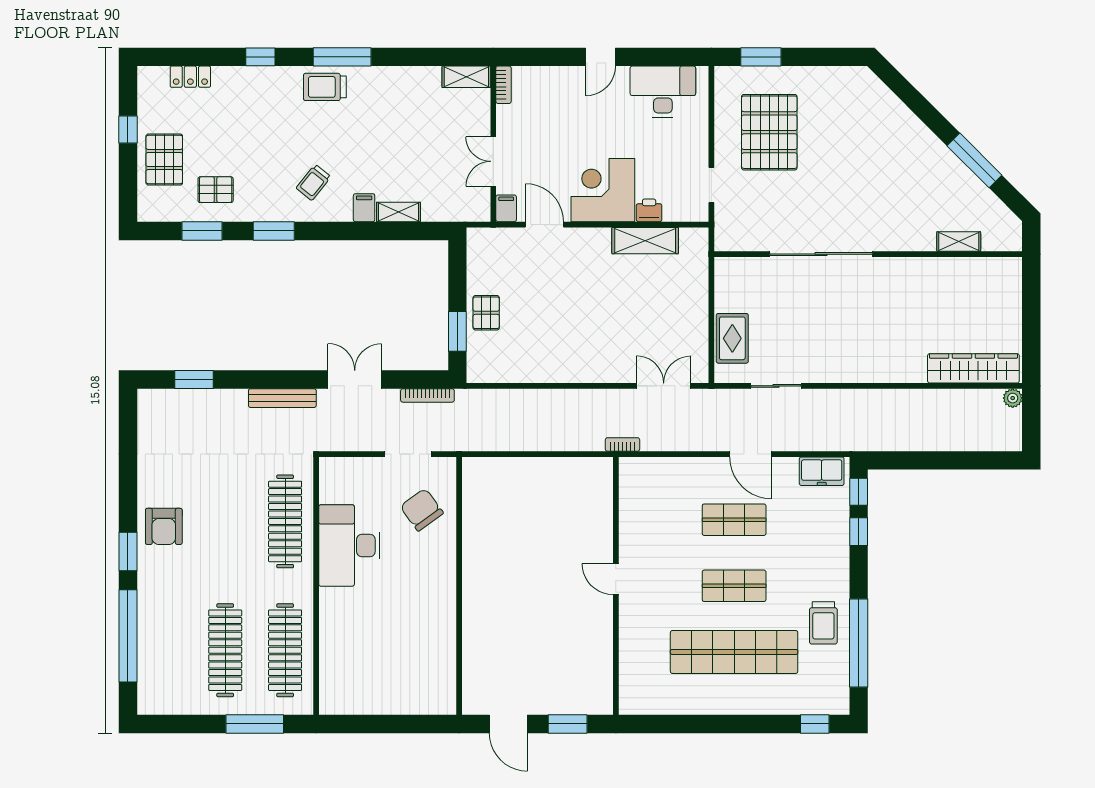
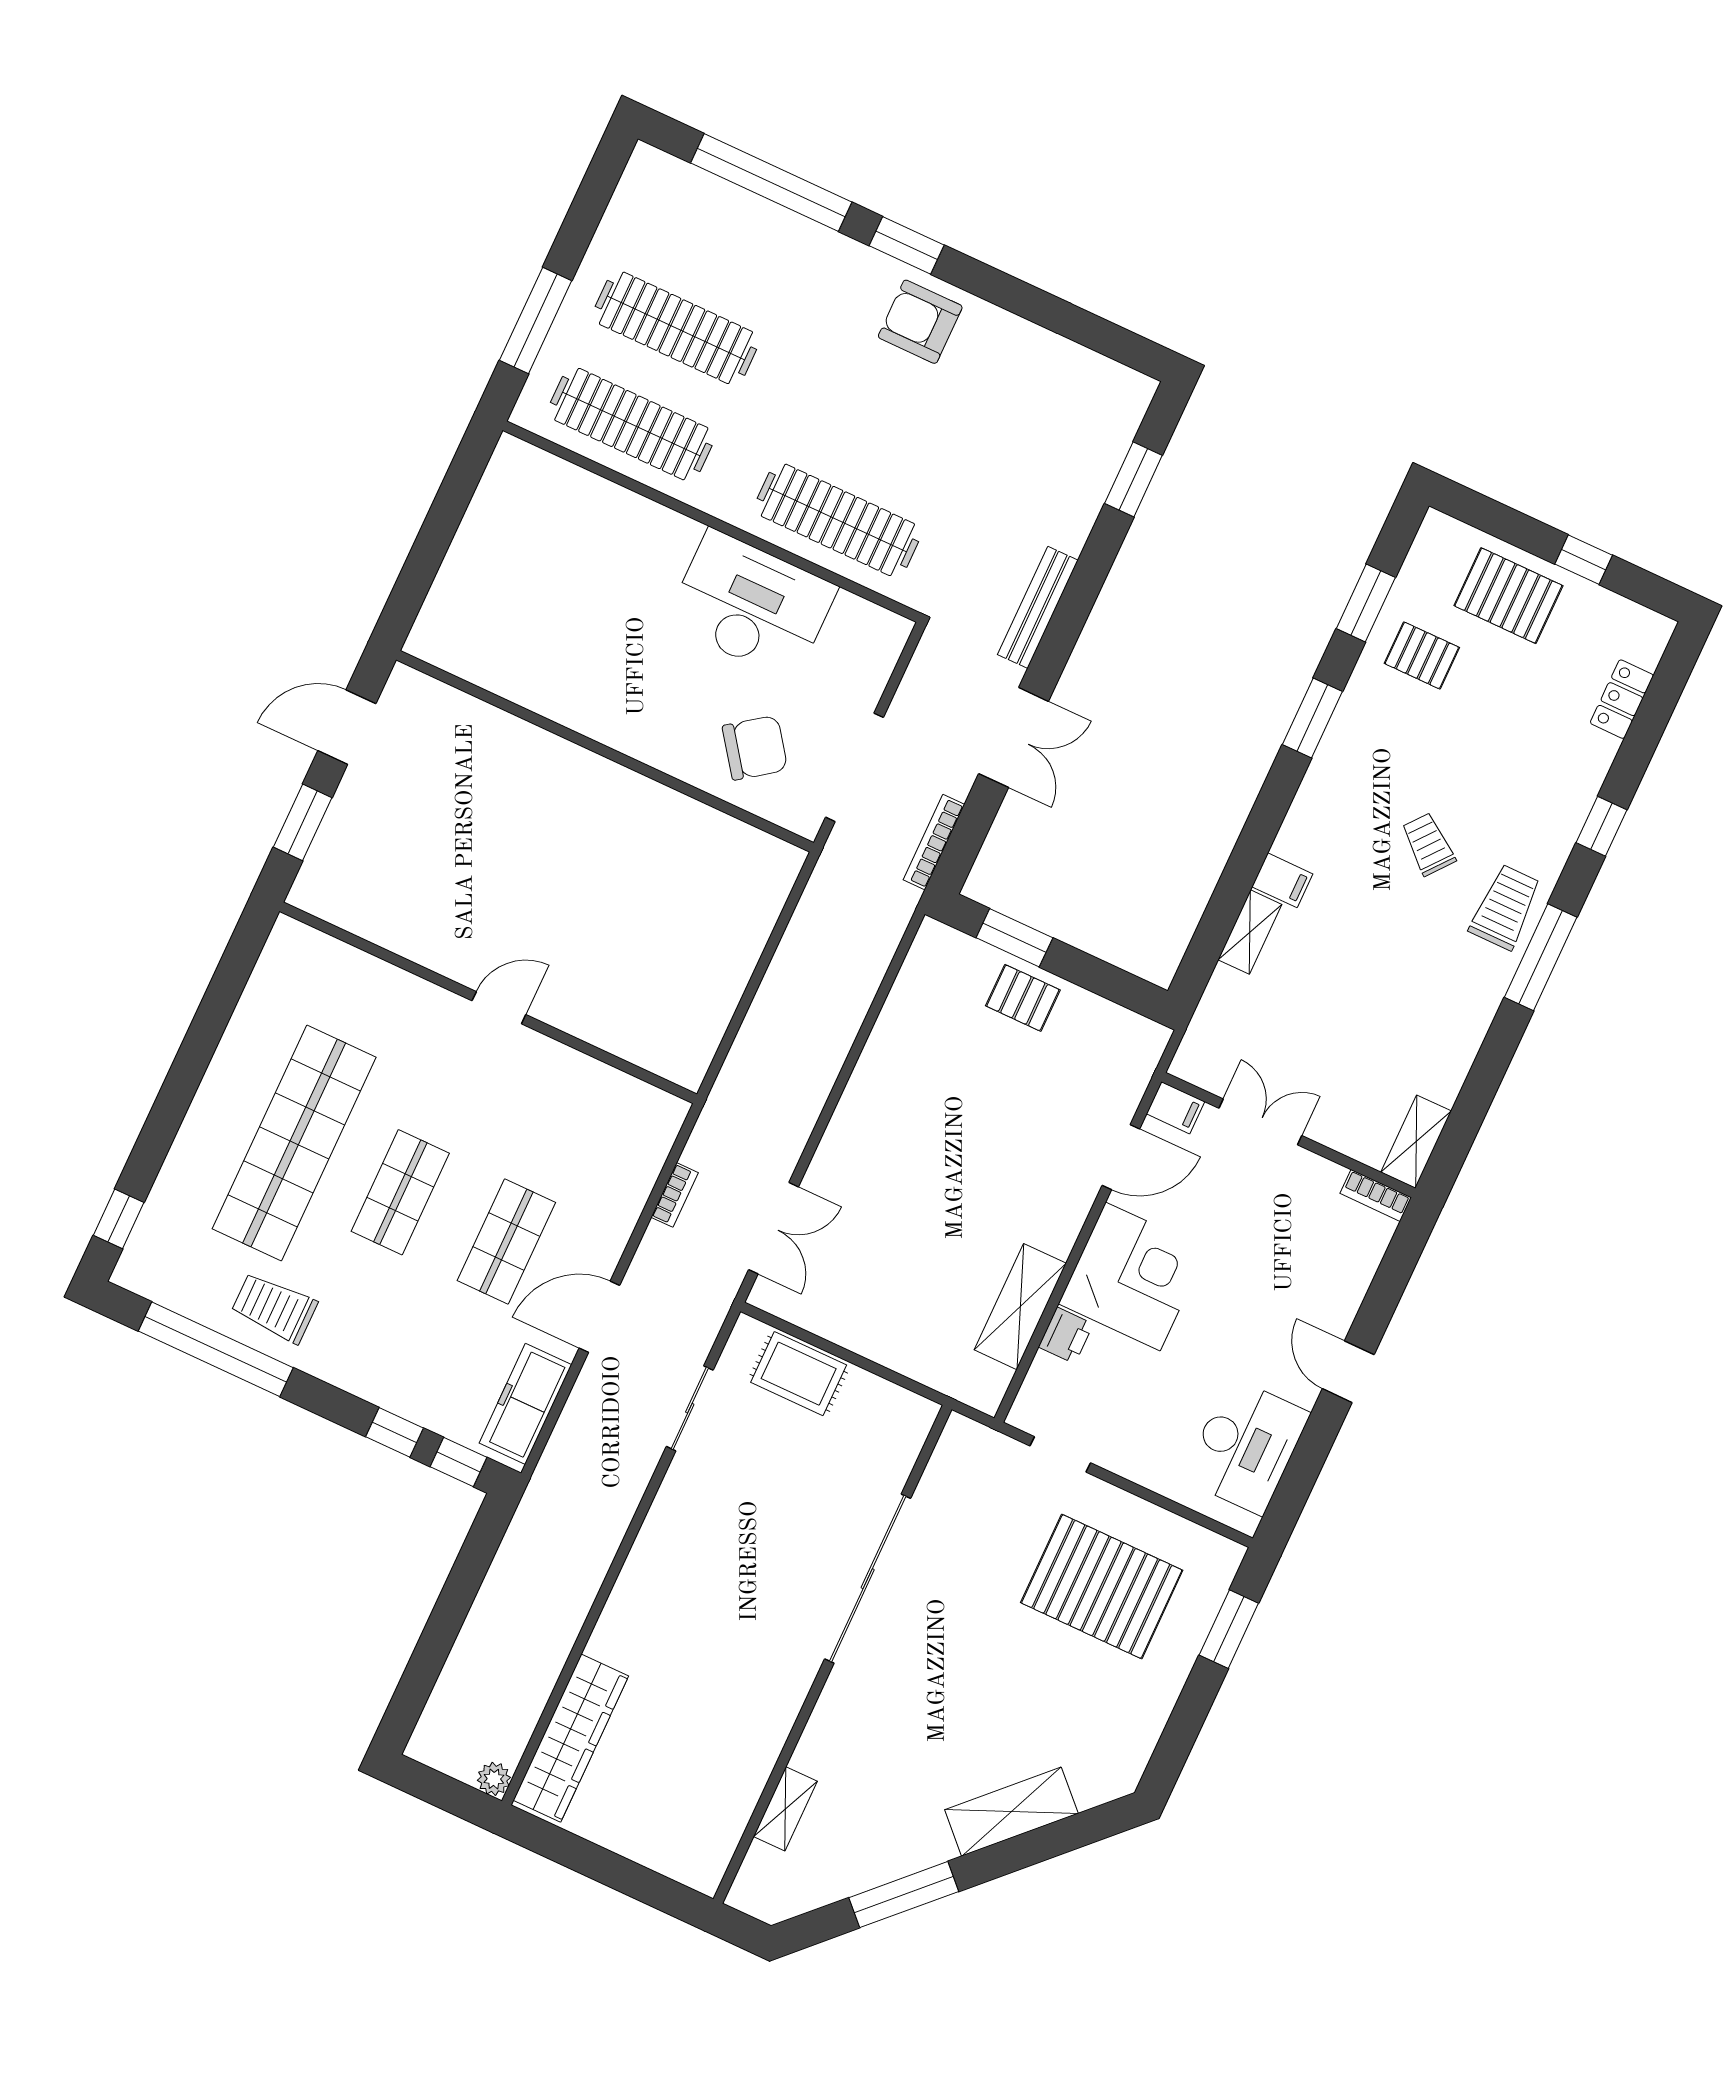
shelving: (906, 125) -> (1011, 1812), added
trolley: (313, 182) -> (1428, 844), moved
pallet: (216, 190) -> (1422, 655), turned 90
bookcase: (622, 444) -> (675, 1195), moved
doorway: (408, 454) -> (854, 767), width x1.36
freezer: (822, 471) -> (525, 1404), width x1.40

